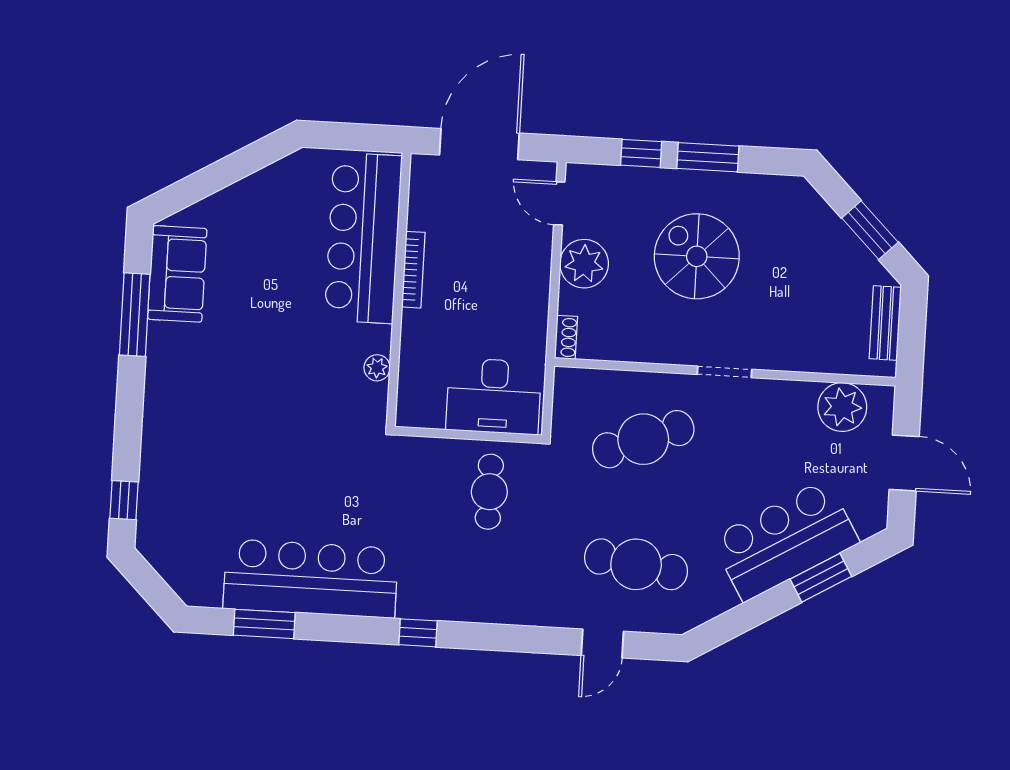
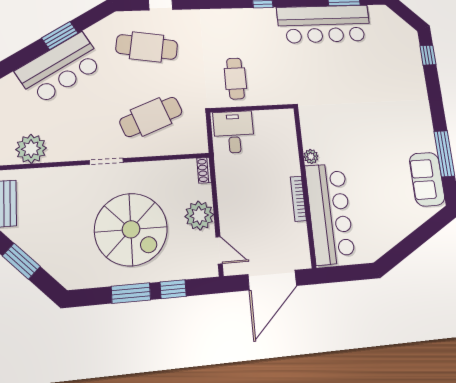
spiral stairs: (697, 256) -> (131, 229), width x1.37, depth x1.37
plant: (377, 368) -> (311, 156), moved
desk: (494, 396) -> (234, 132), width x0.73
window: (821, 578) -> (60, 36), moved

